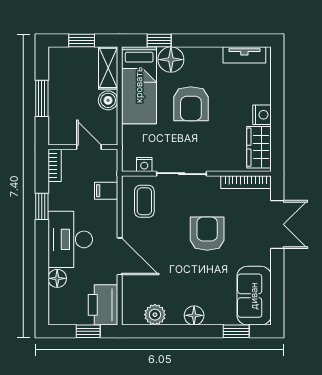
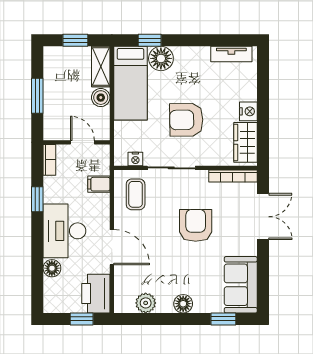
armchair: (191, 104) -> (186, 120), moved, turned 89

